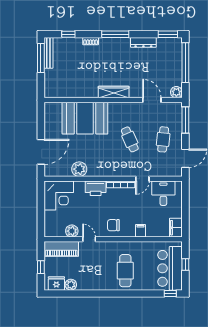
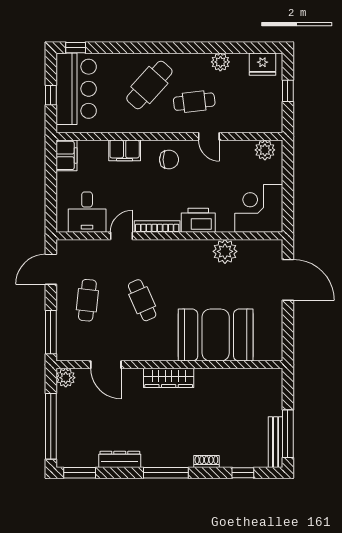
door: (41, 152) -> (288, 280), swing flipped
plant: (72, 231) -> (265, 150), moved
filing cabinet: (140, 231) -> (125, 150), width x2.00
piano: (61, 249) -> (254, 121), removed
cafe table: (98, 261) -> (194, 102), added
cafe table: (125, 271) -> (149, 85), turned 42
plant: (71, 285) -> (220, 62), moved

